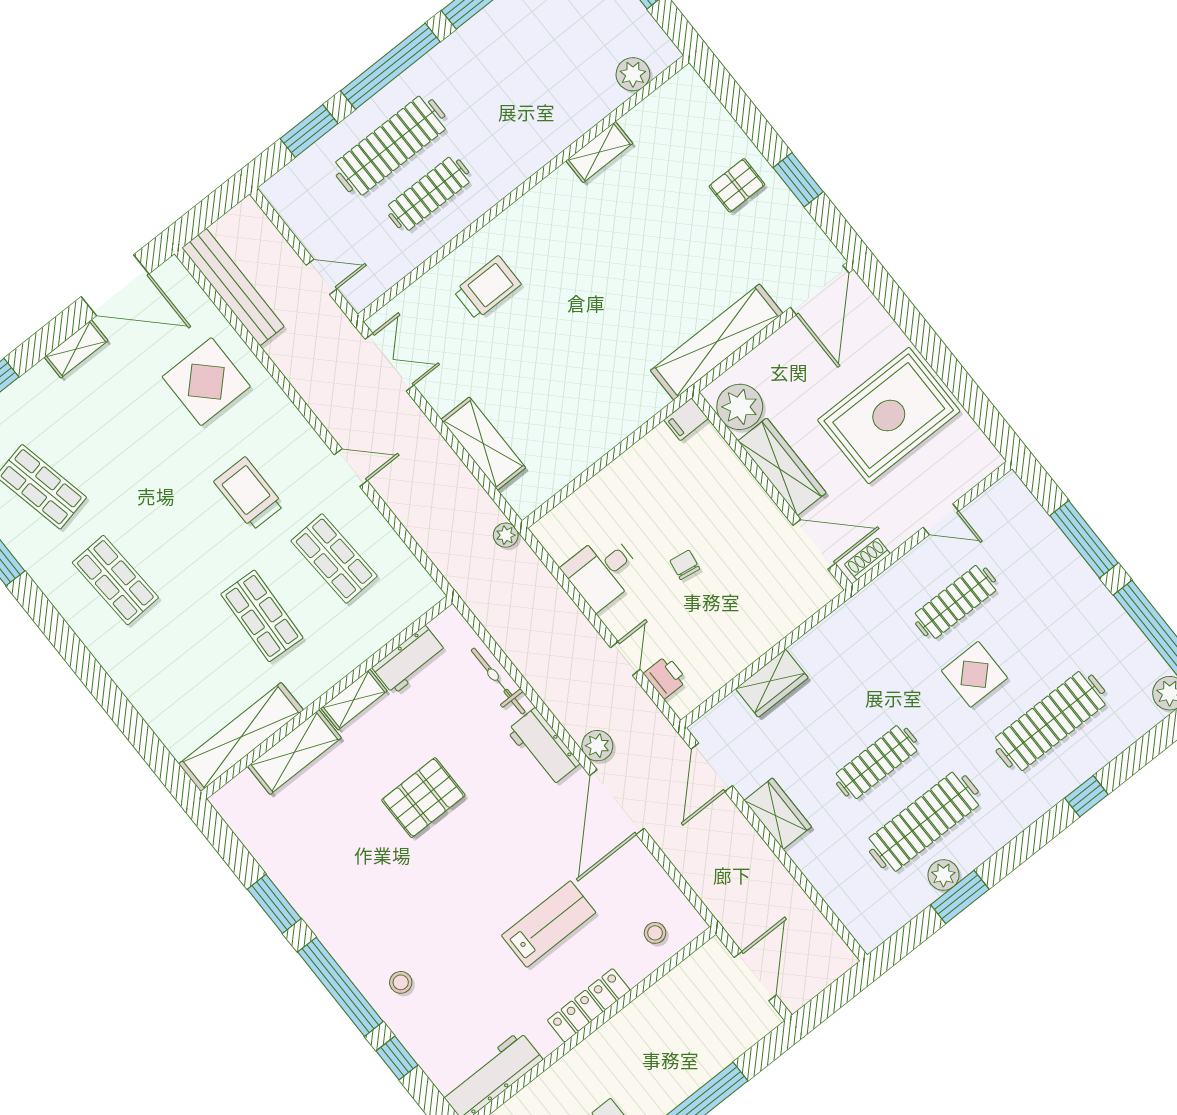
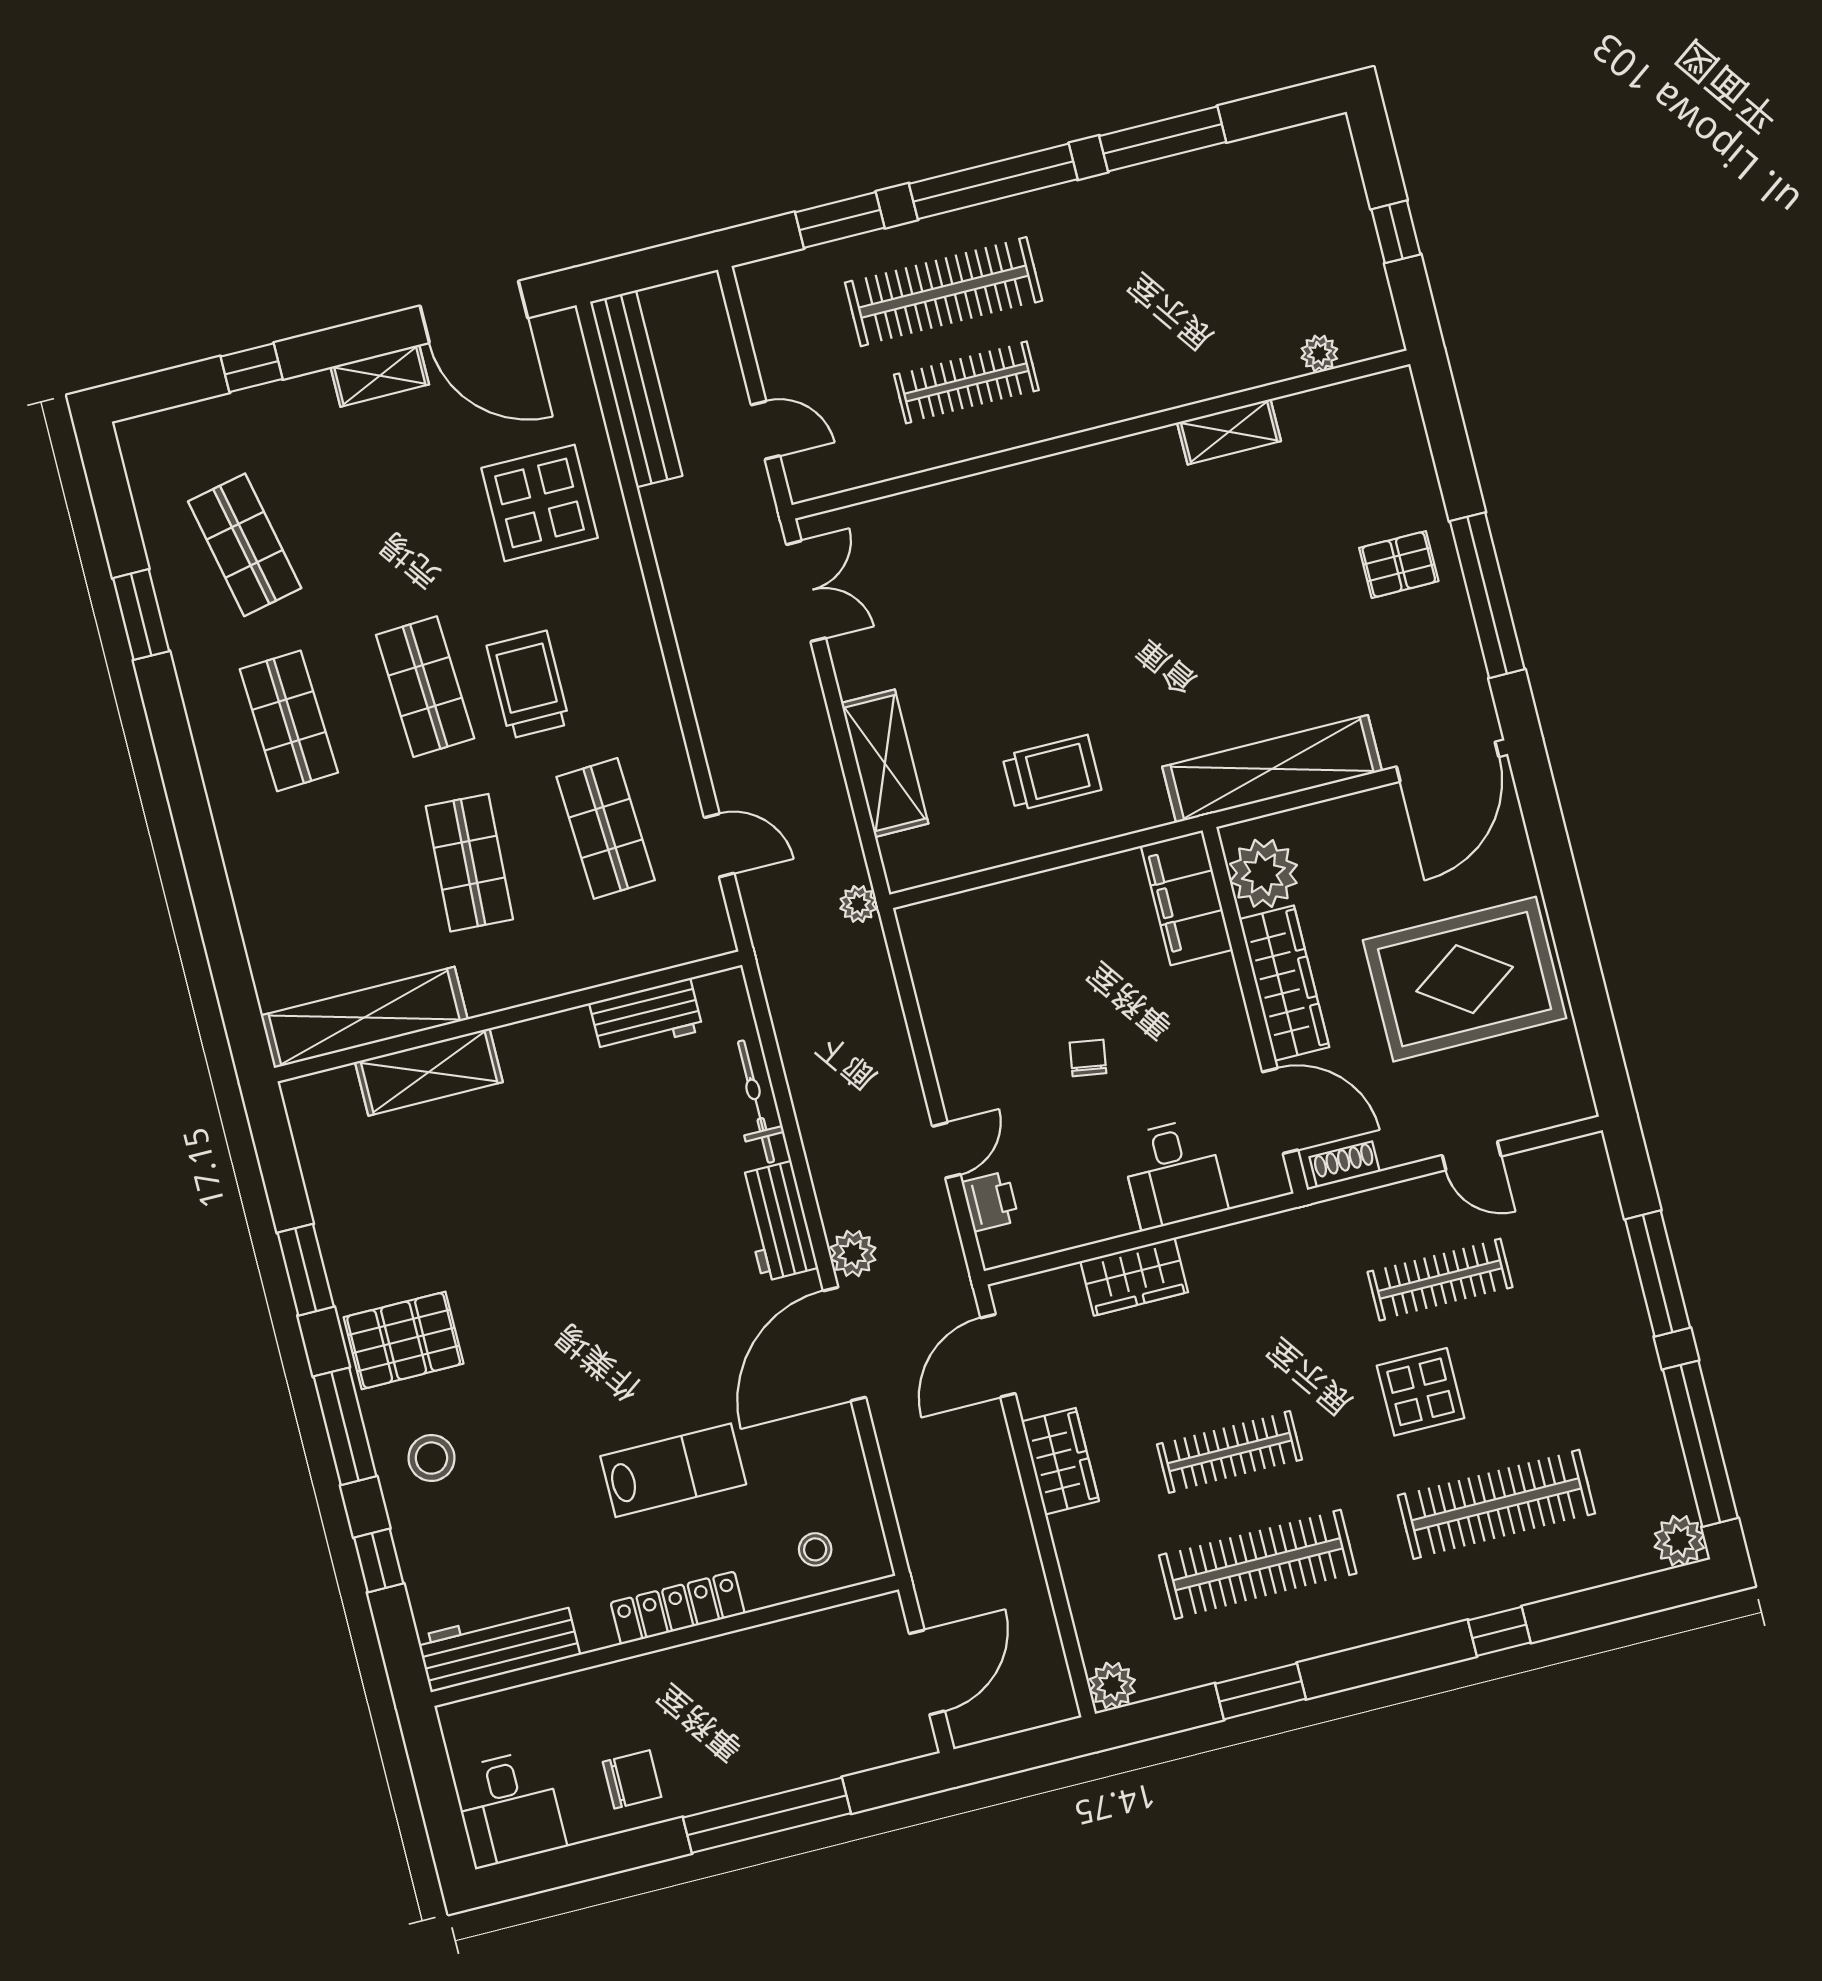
plant: (633, 74) -> (1319, 353), width x0.73, depth x0.73
window: (798, 180) -> (1487, 595), width x2.11
trolley: (487, 288) -> (1052, 773), moved
filing cabinet: (686, 419) -> (1187, 898), width x3.00, depth x1.17
door: (351, 468) -> (719, 845), moved
shop shelf: (188, 523) -> (425, 687), added
desk: (602, 571) -> (1174, 1173), moved, turned -90
shelving: (354, 700) -> (544, 1037), removed
pallet: (423, 798) -> (404, 1340), moved
plant: (943, 875) -> (1112, 1686), moved
stool: (401, 982) -> (431, 1458), width x1.37, depth x1.37
window: (340, 987) -> (345, 1426), width x0.68

